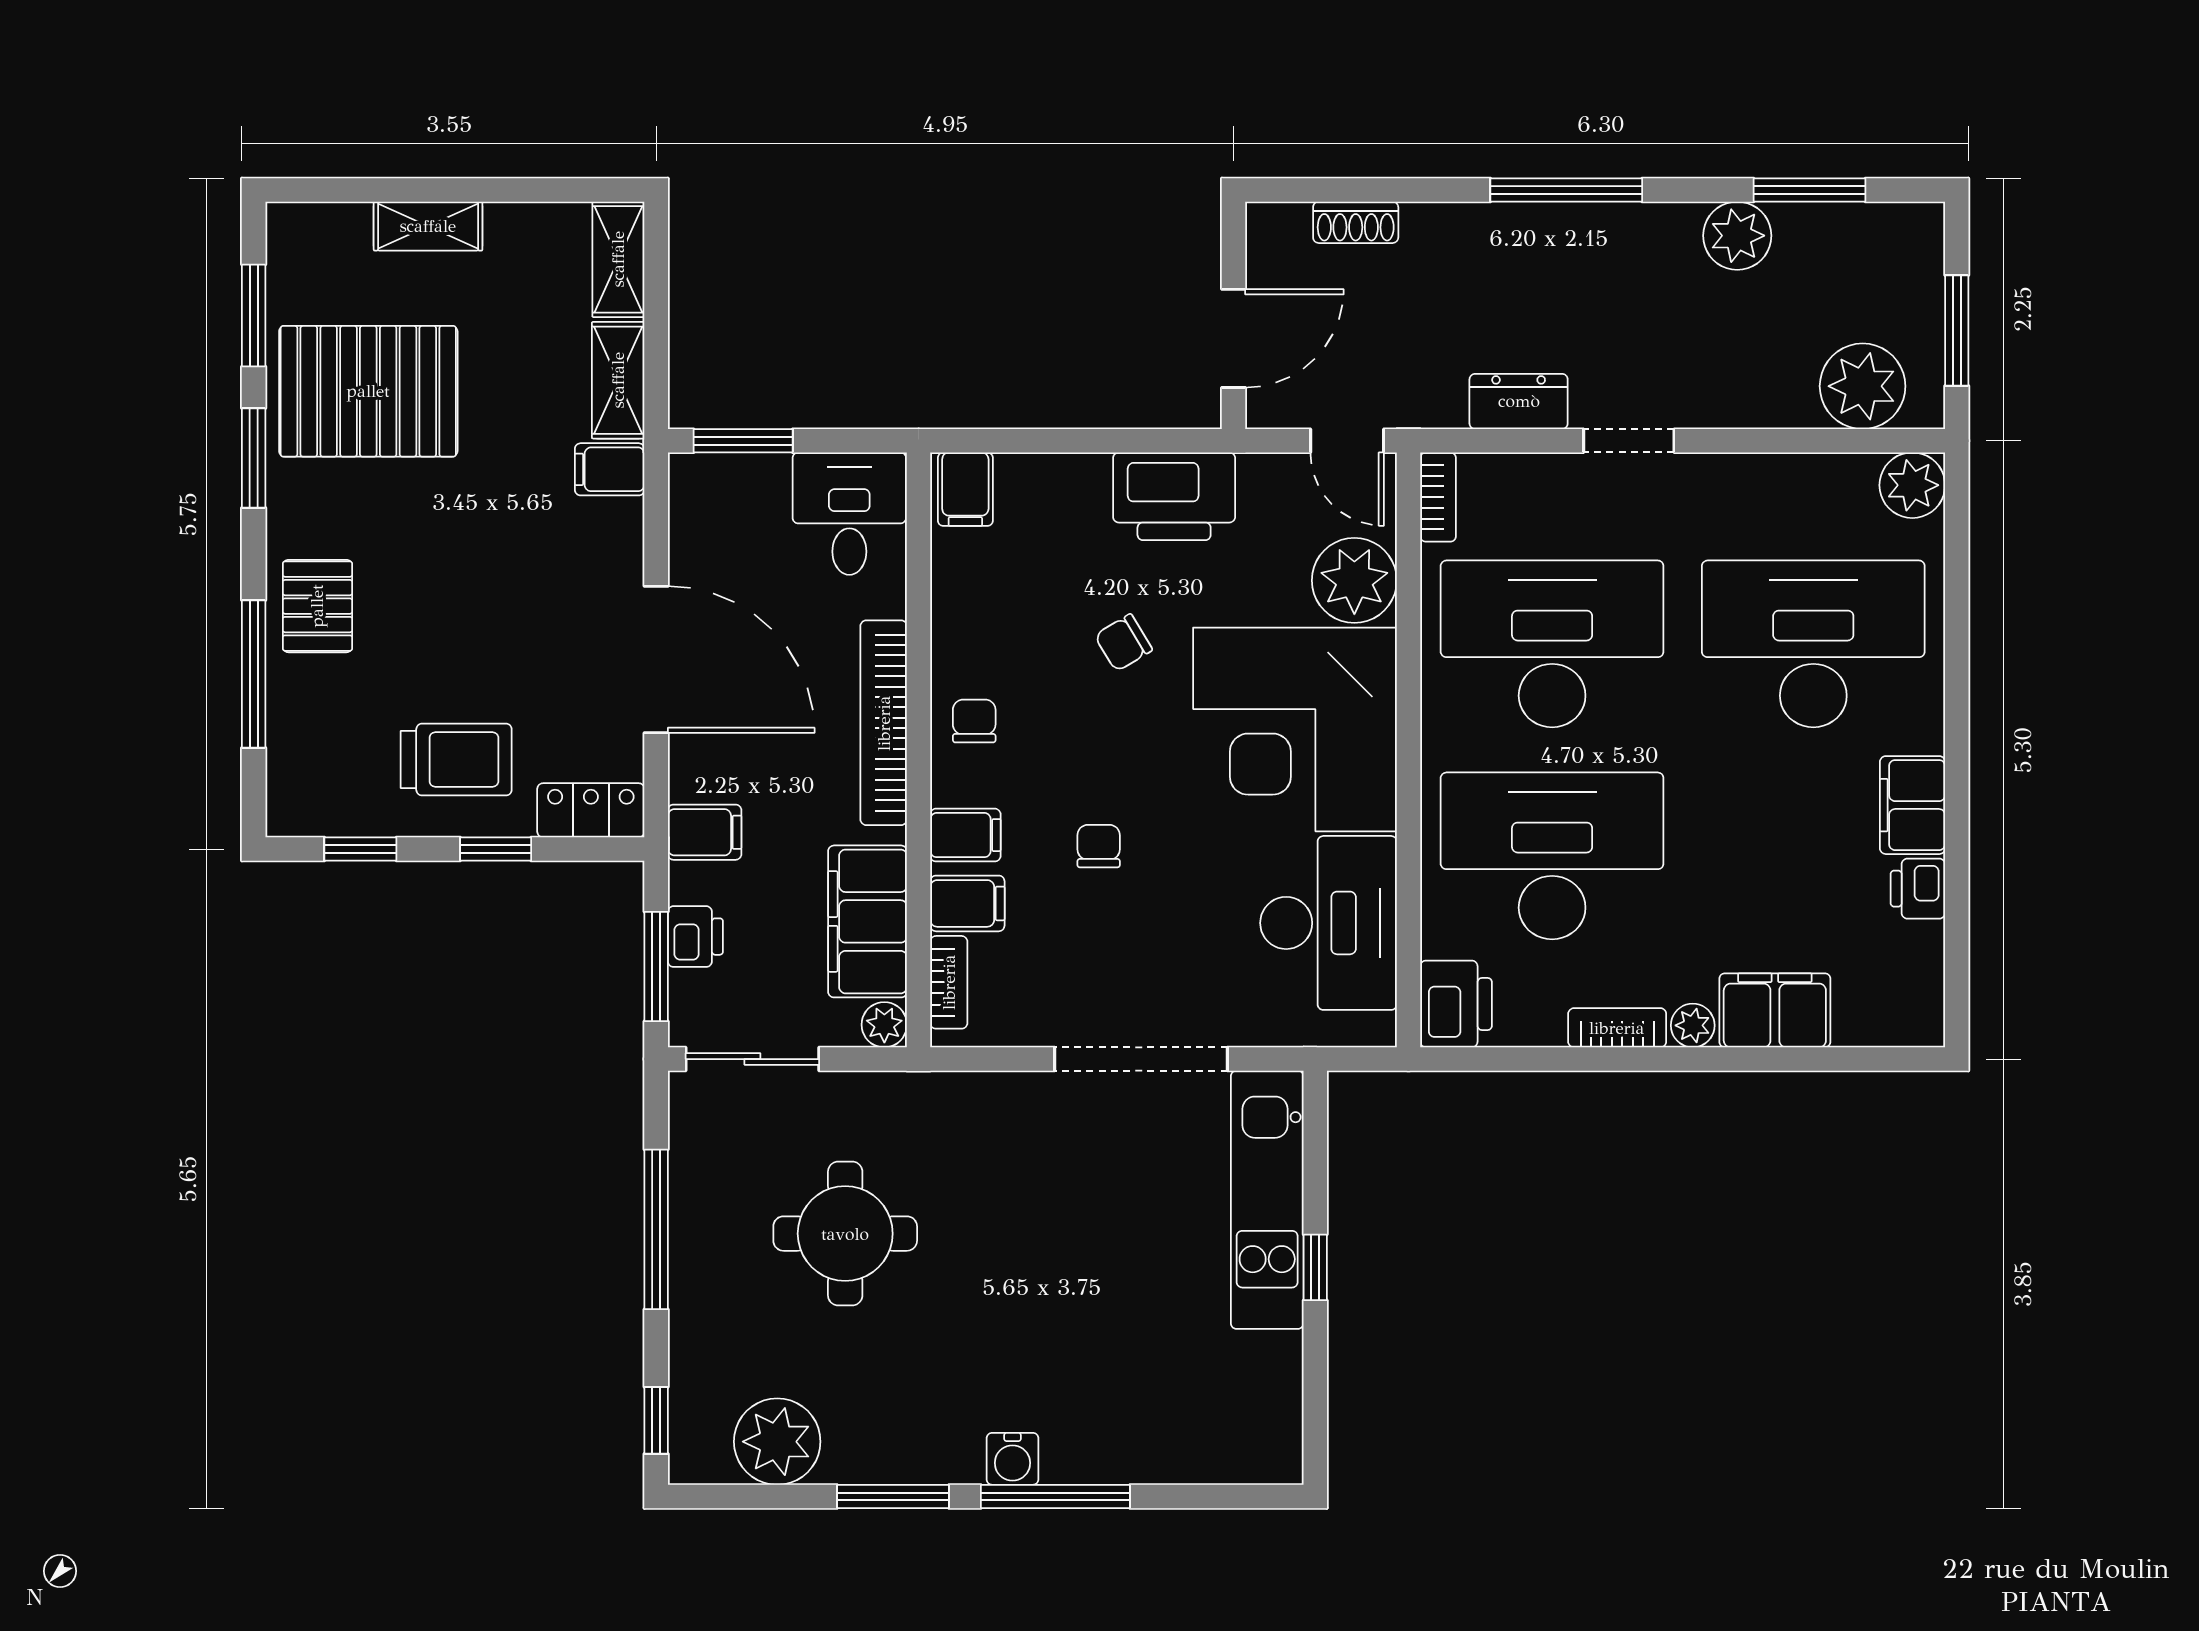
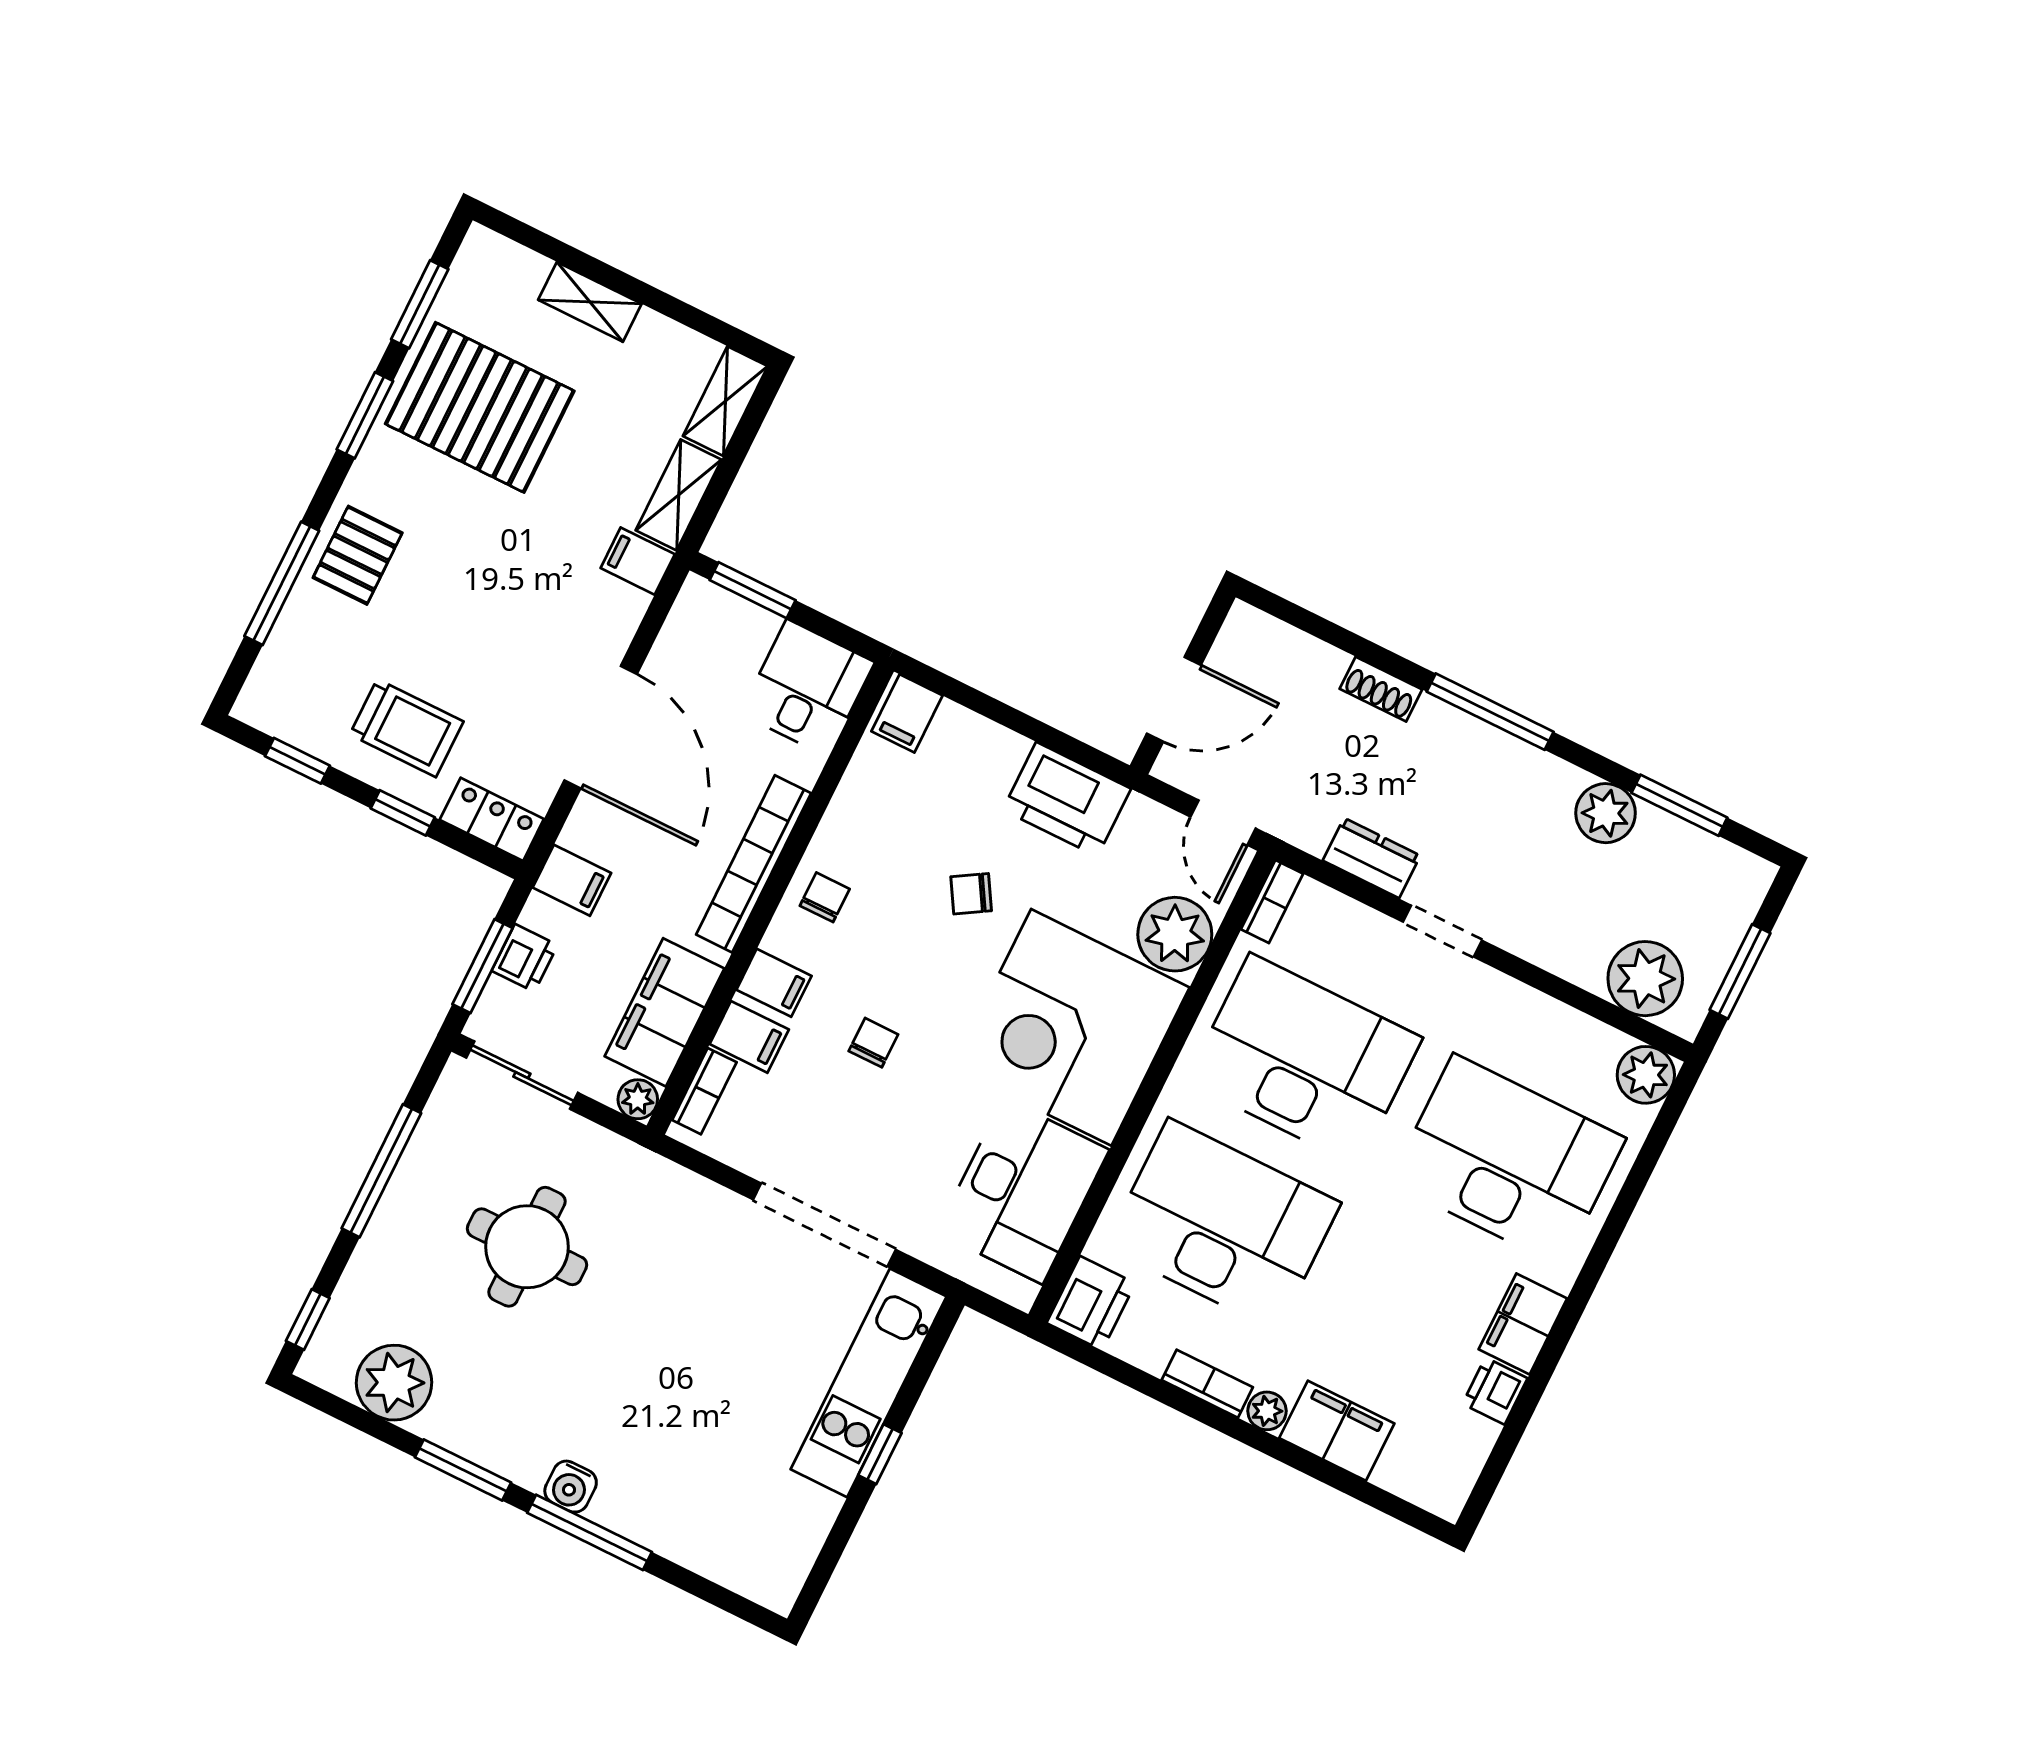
shoe rack: (1356, 222) -> (1381, 689), moved

